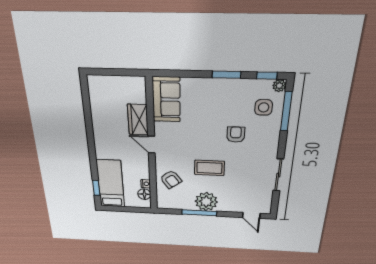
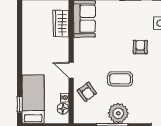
wardrobe: (138, 120) -> (61, 24), moved
door: (151, 145) -> (71, 70), moved

